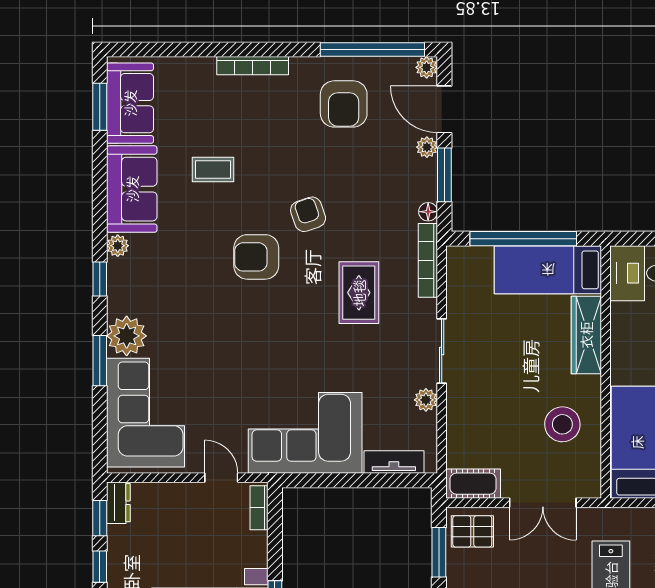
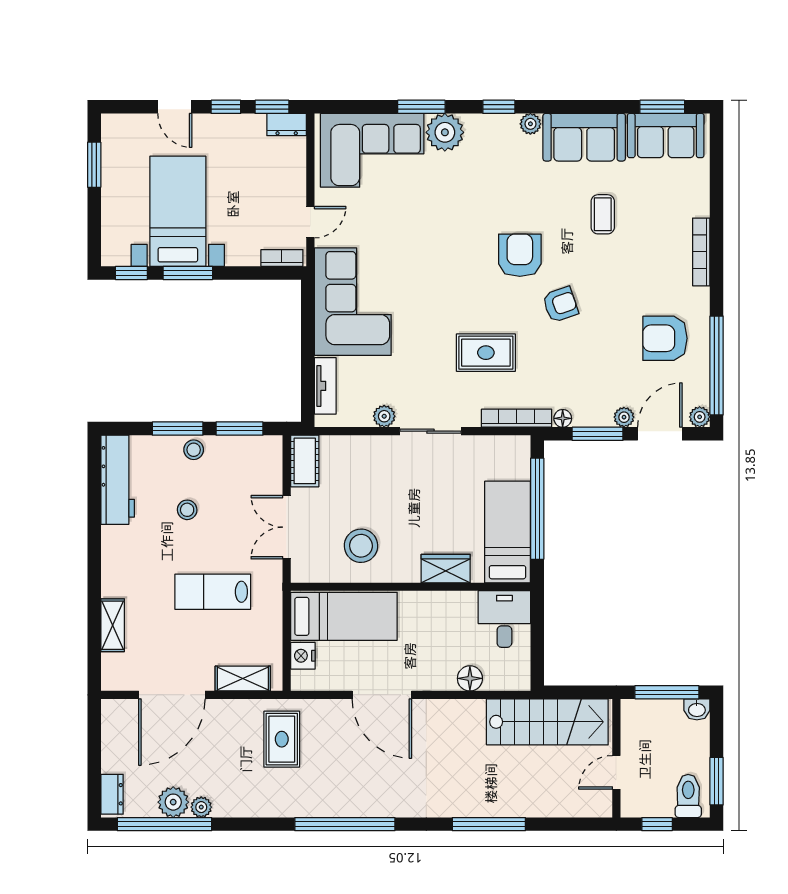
wardrobe: (586, 335) -> (446, 569), width x0.67
pallet: (472, 531) -> (259, 460), removed

